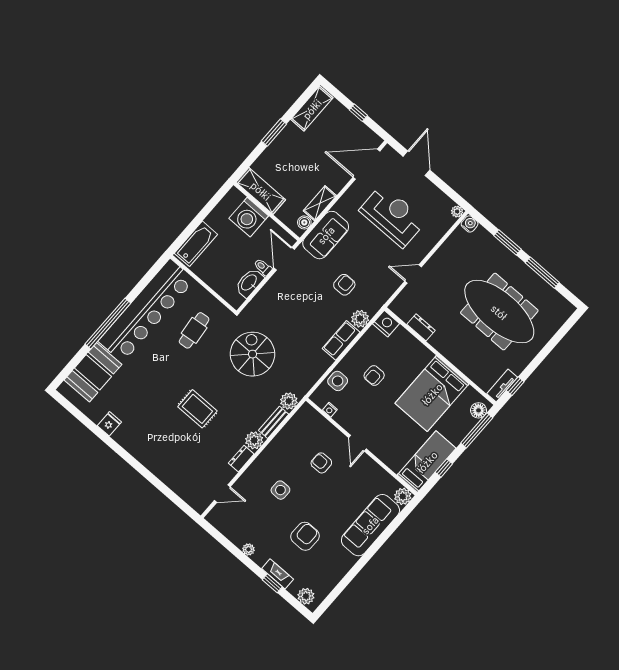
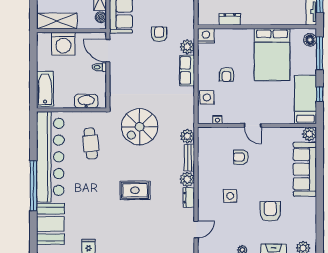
washbasin: (249, 283) -> (86, 101), moved, turned 90
spiral stairs: (253, 354) -> (140, 127), turned -90

